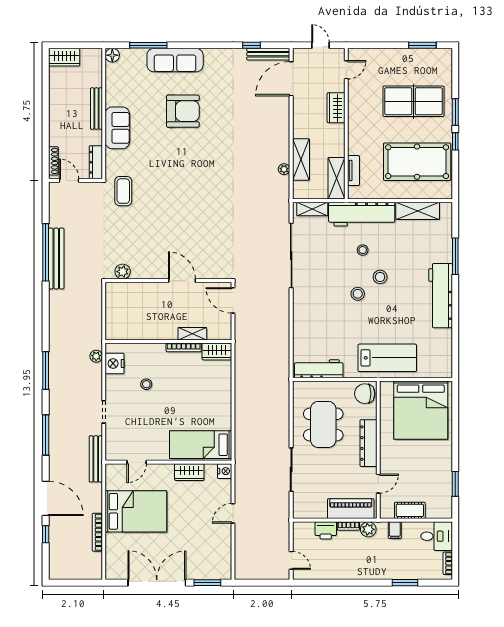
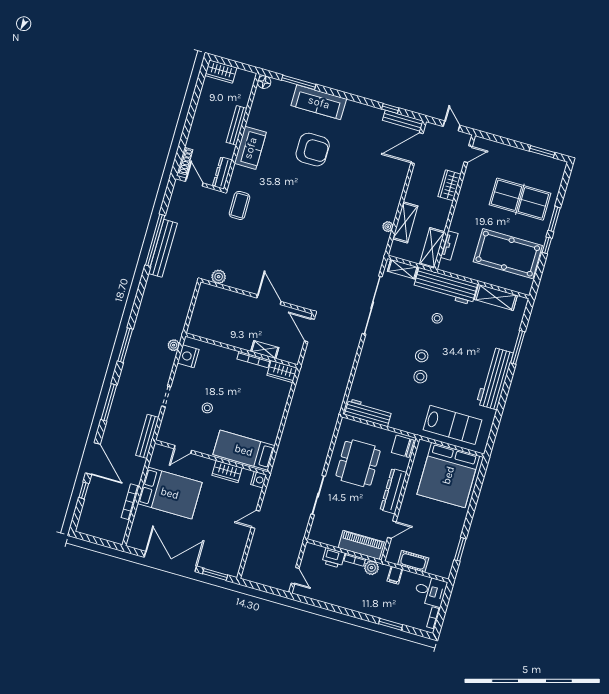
stool: (380, 277) -> (420, 377), moved
lab bench: (387, 358) -> (453, 425), moved
stool: (146, 384) -> (207, 408), moved

